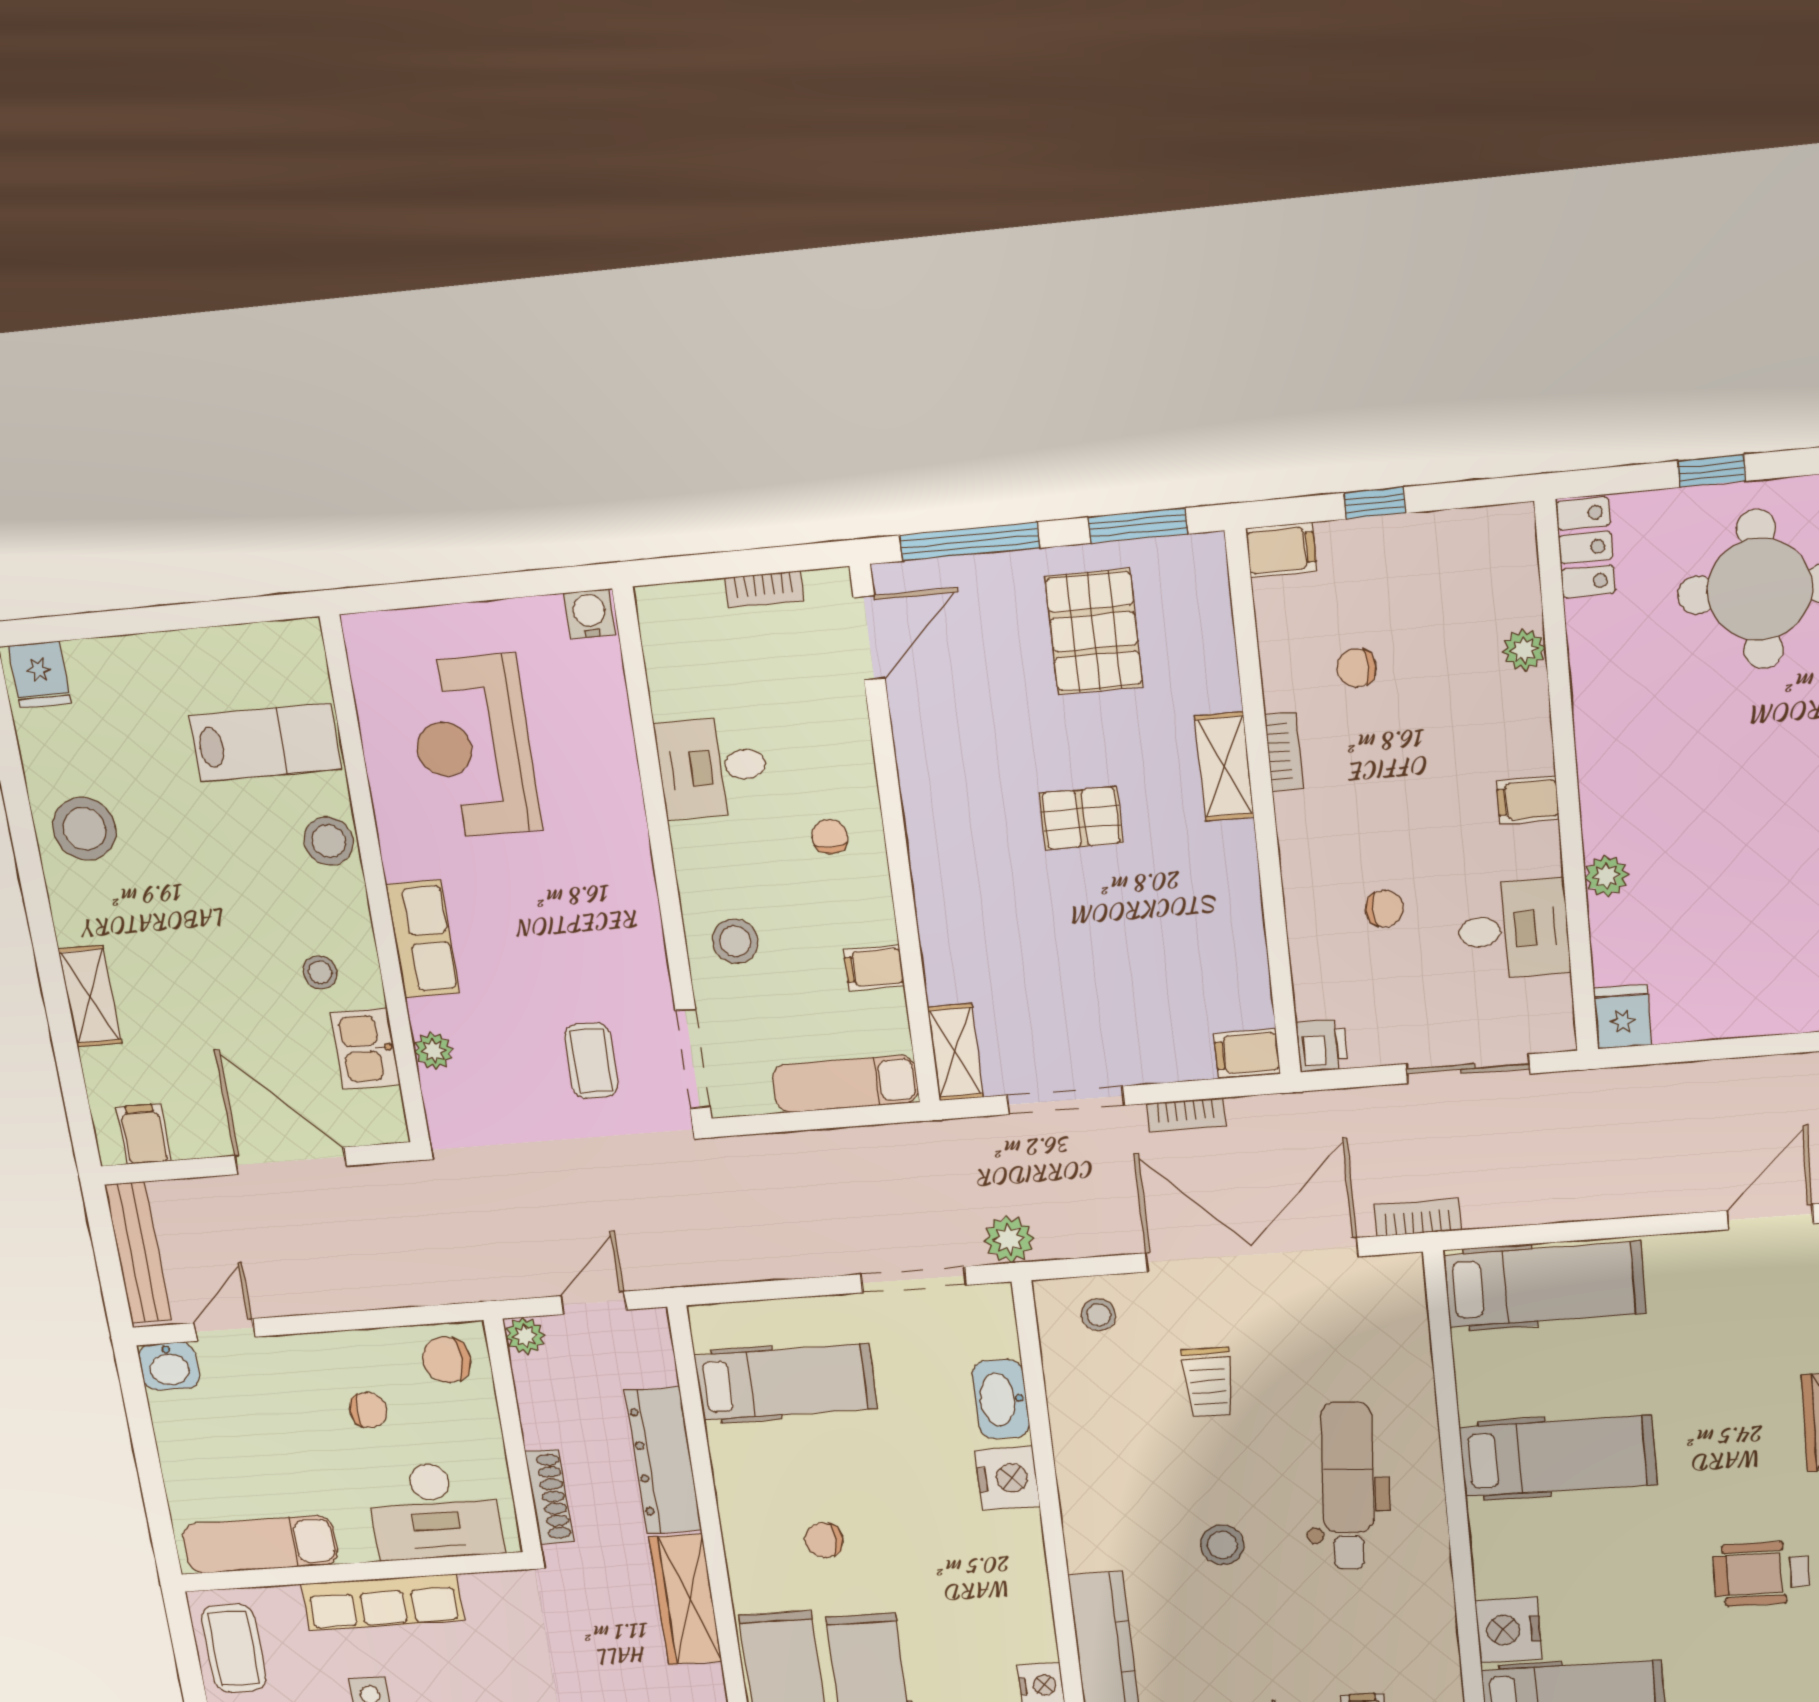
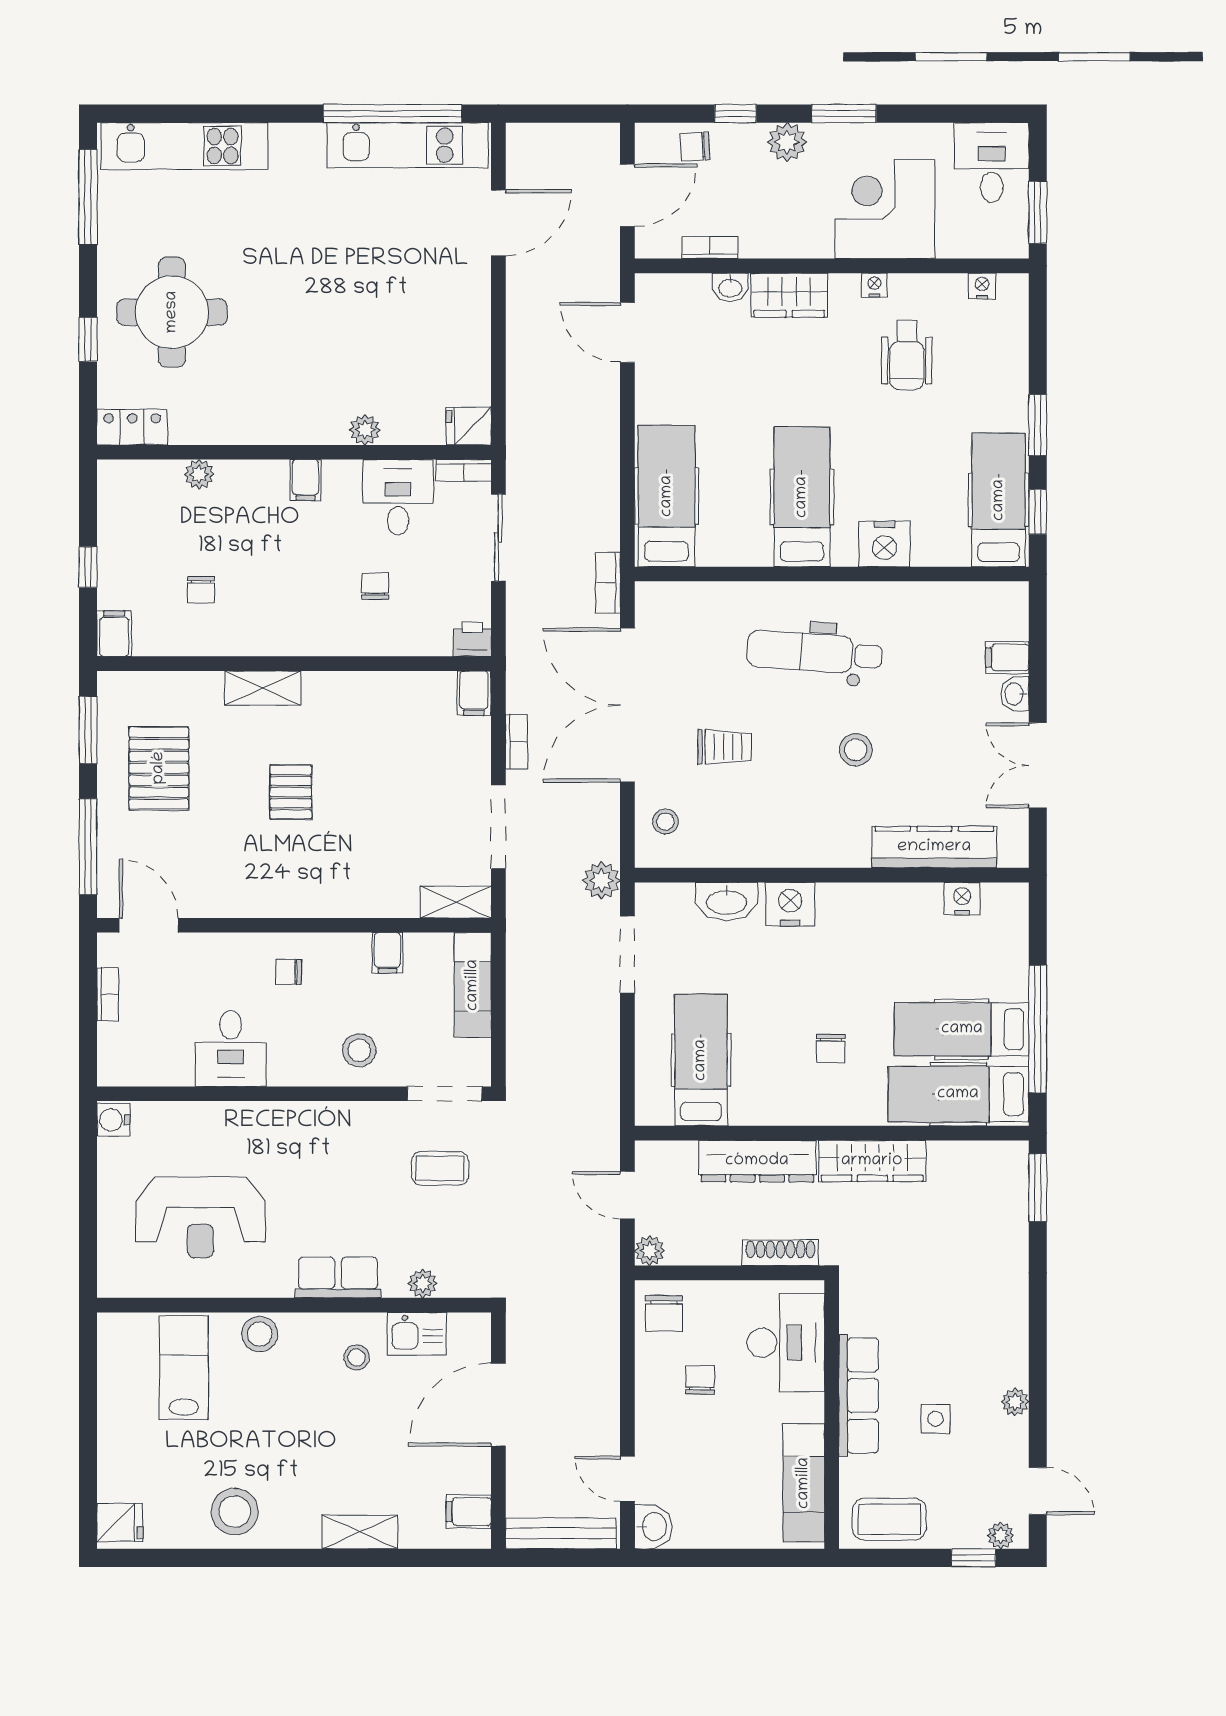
pallet: (1094, 632) -> (159, 768), turned 90
bookcase: (1284, 752) -> (464, 470), moved, turned 180
nightstand: (1508, 1630) -> (884, 544), moved

